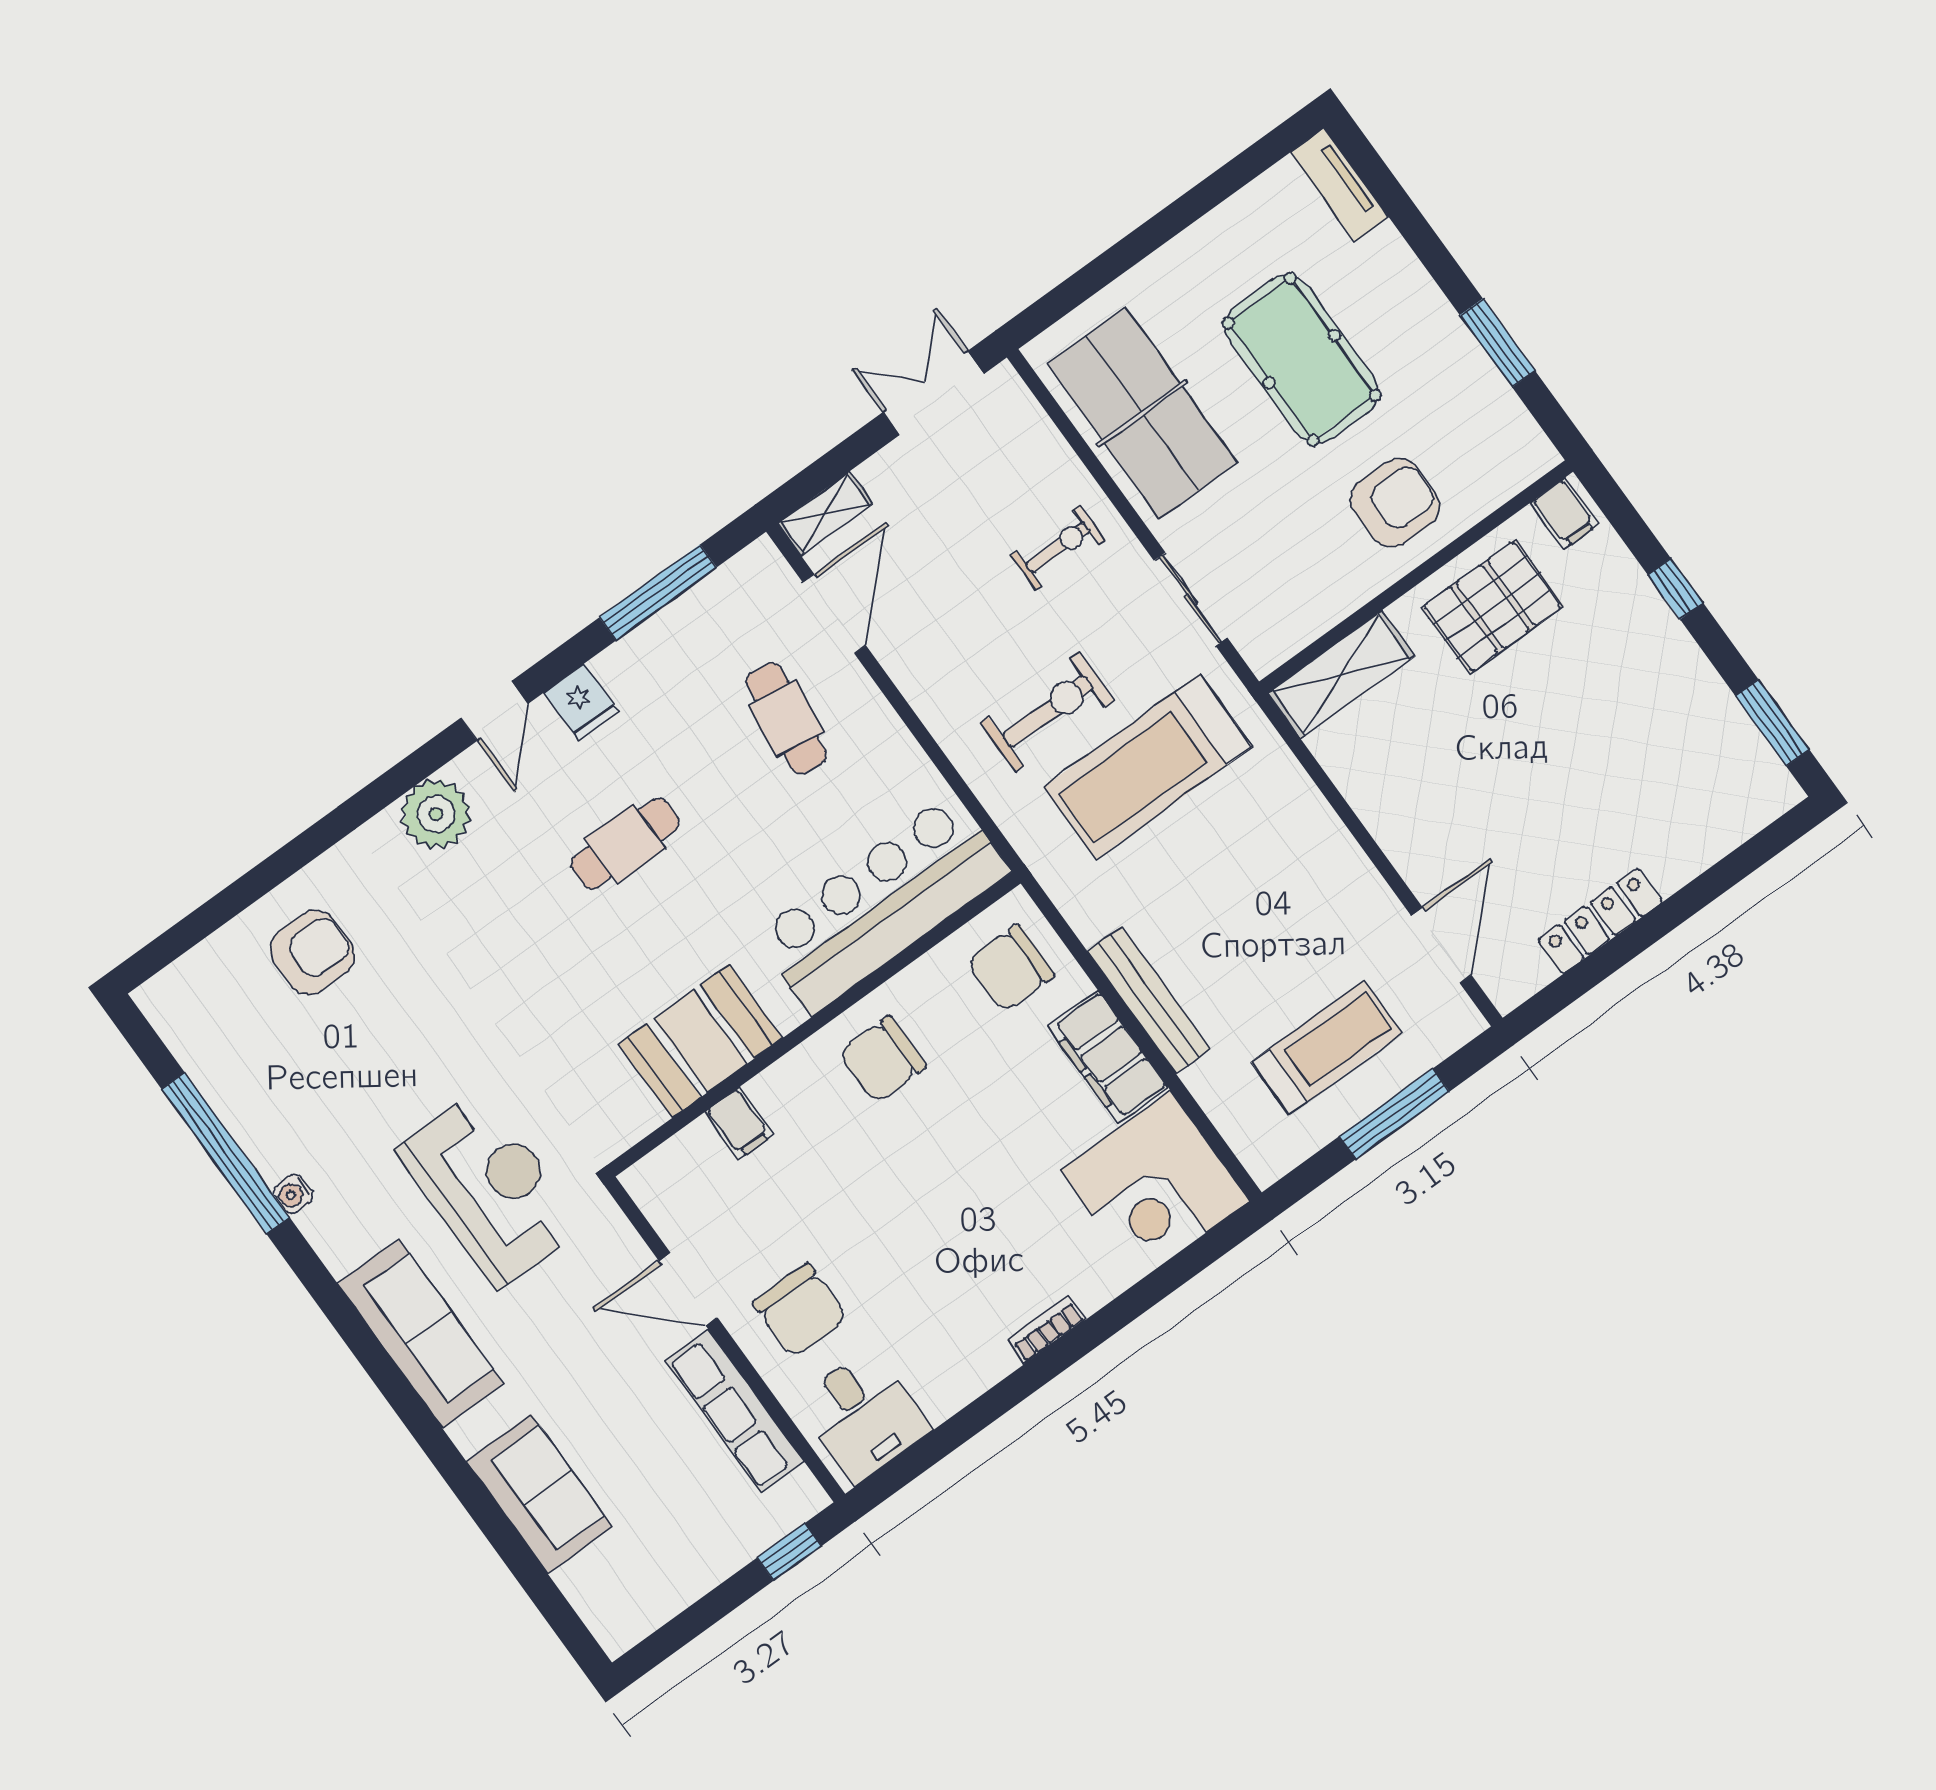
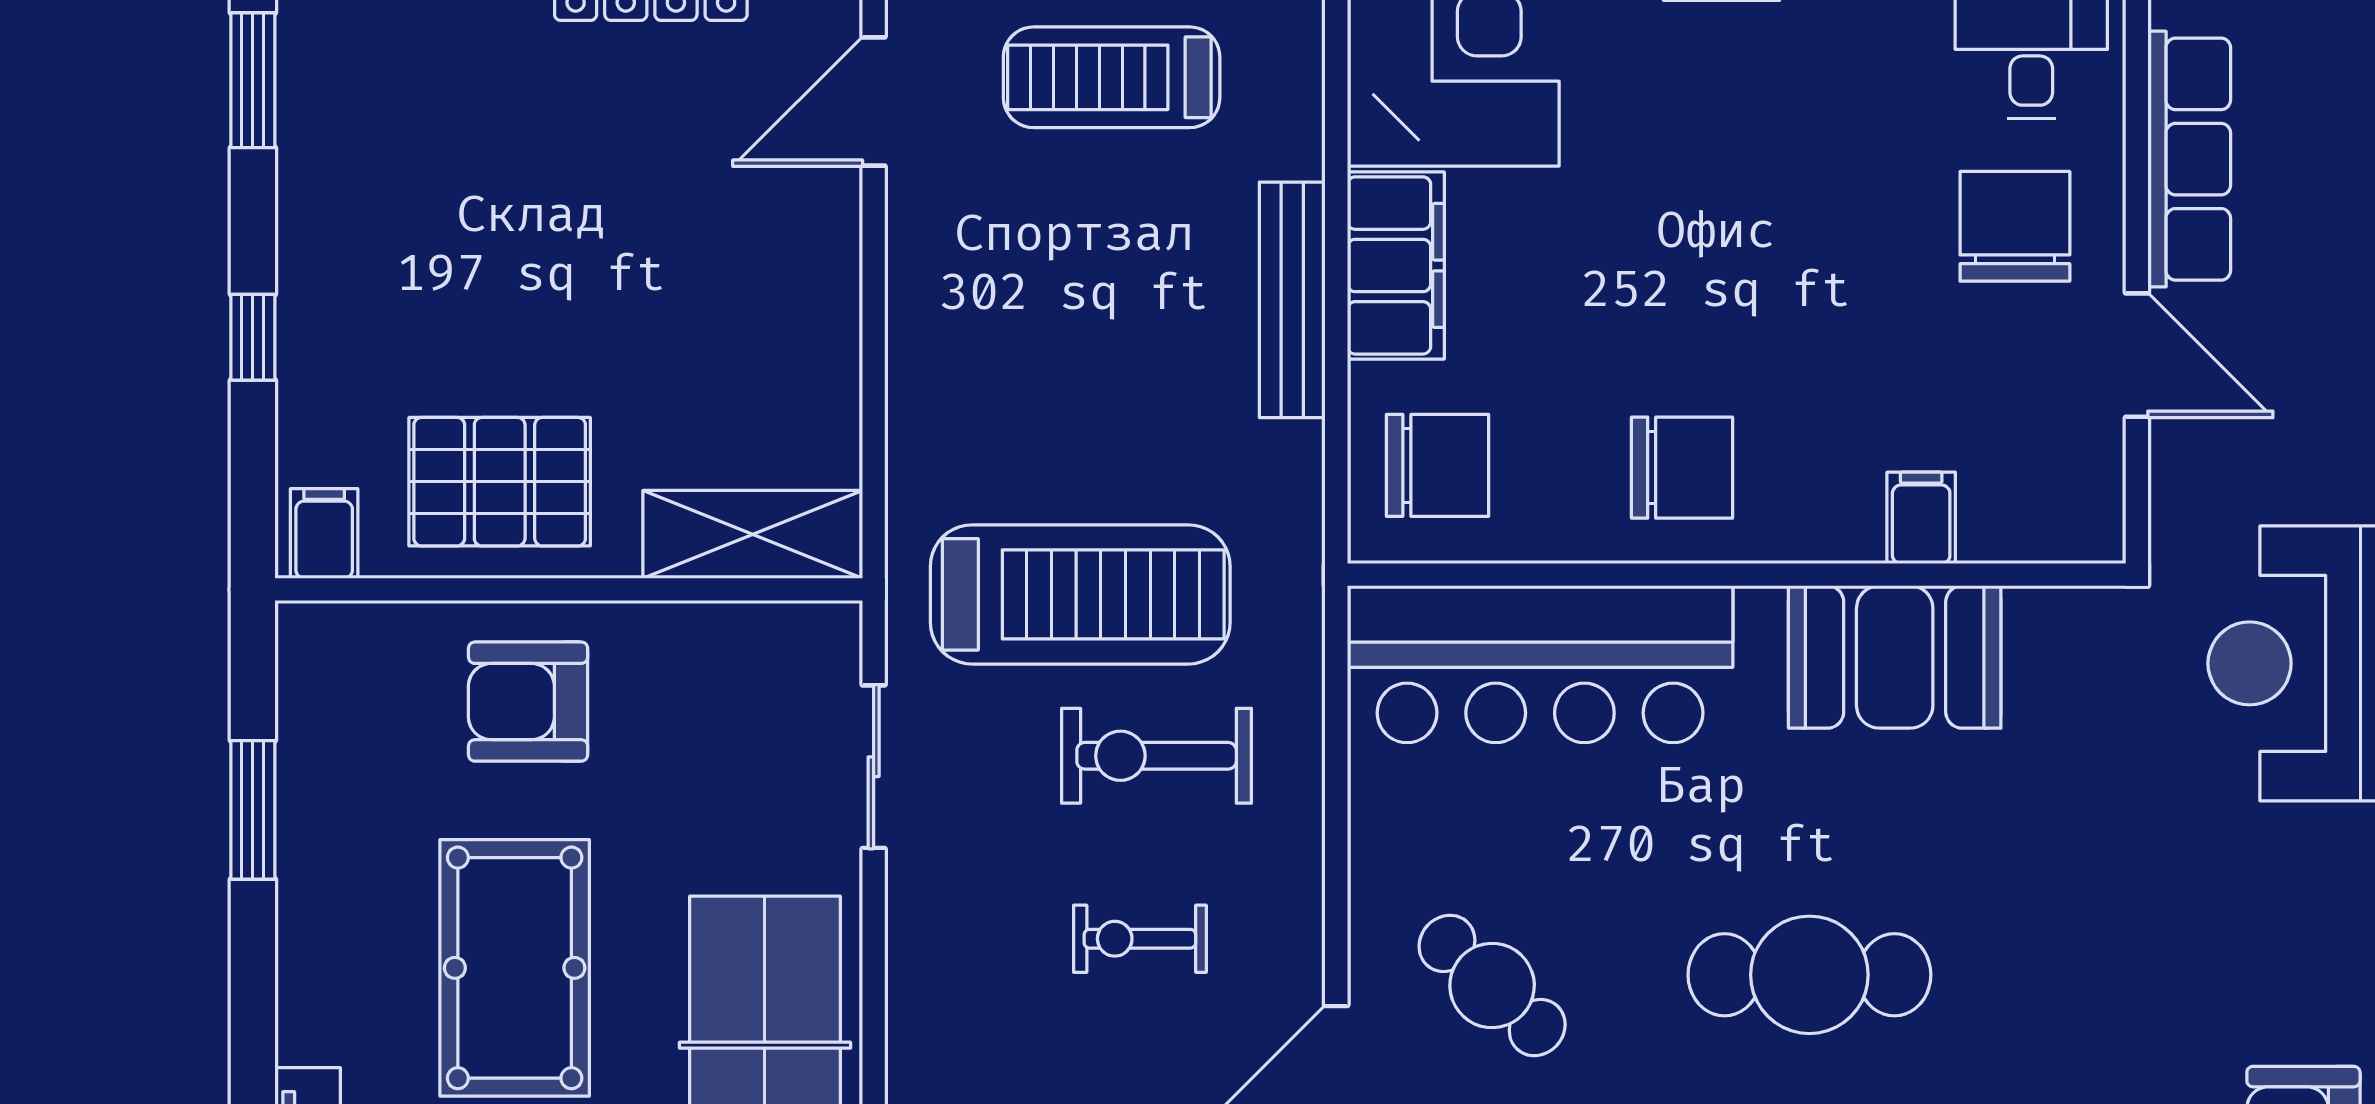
exercise bike: (1058, 547) -> (1140, 939), moved
cafe table: (786, 718) -> (1492, 985), turned -55
cafe table: (625, 843) -> (1809, 975), width x1.37, depth x1.35

